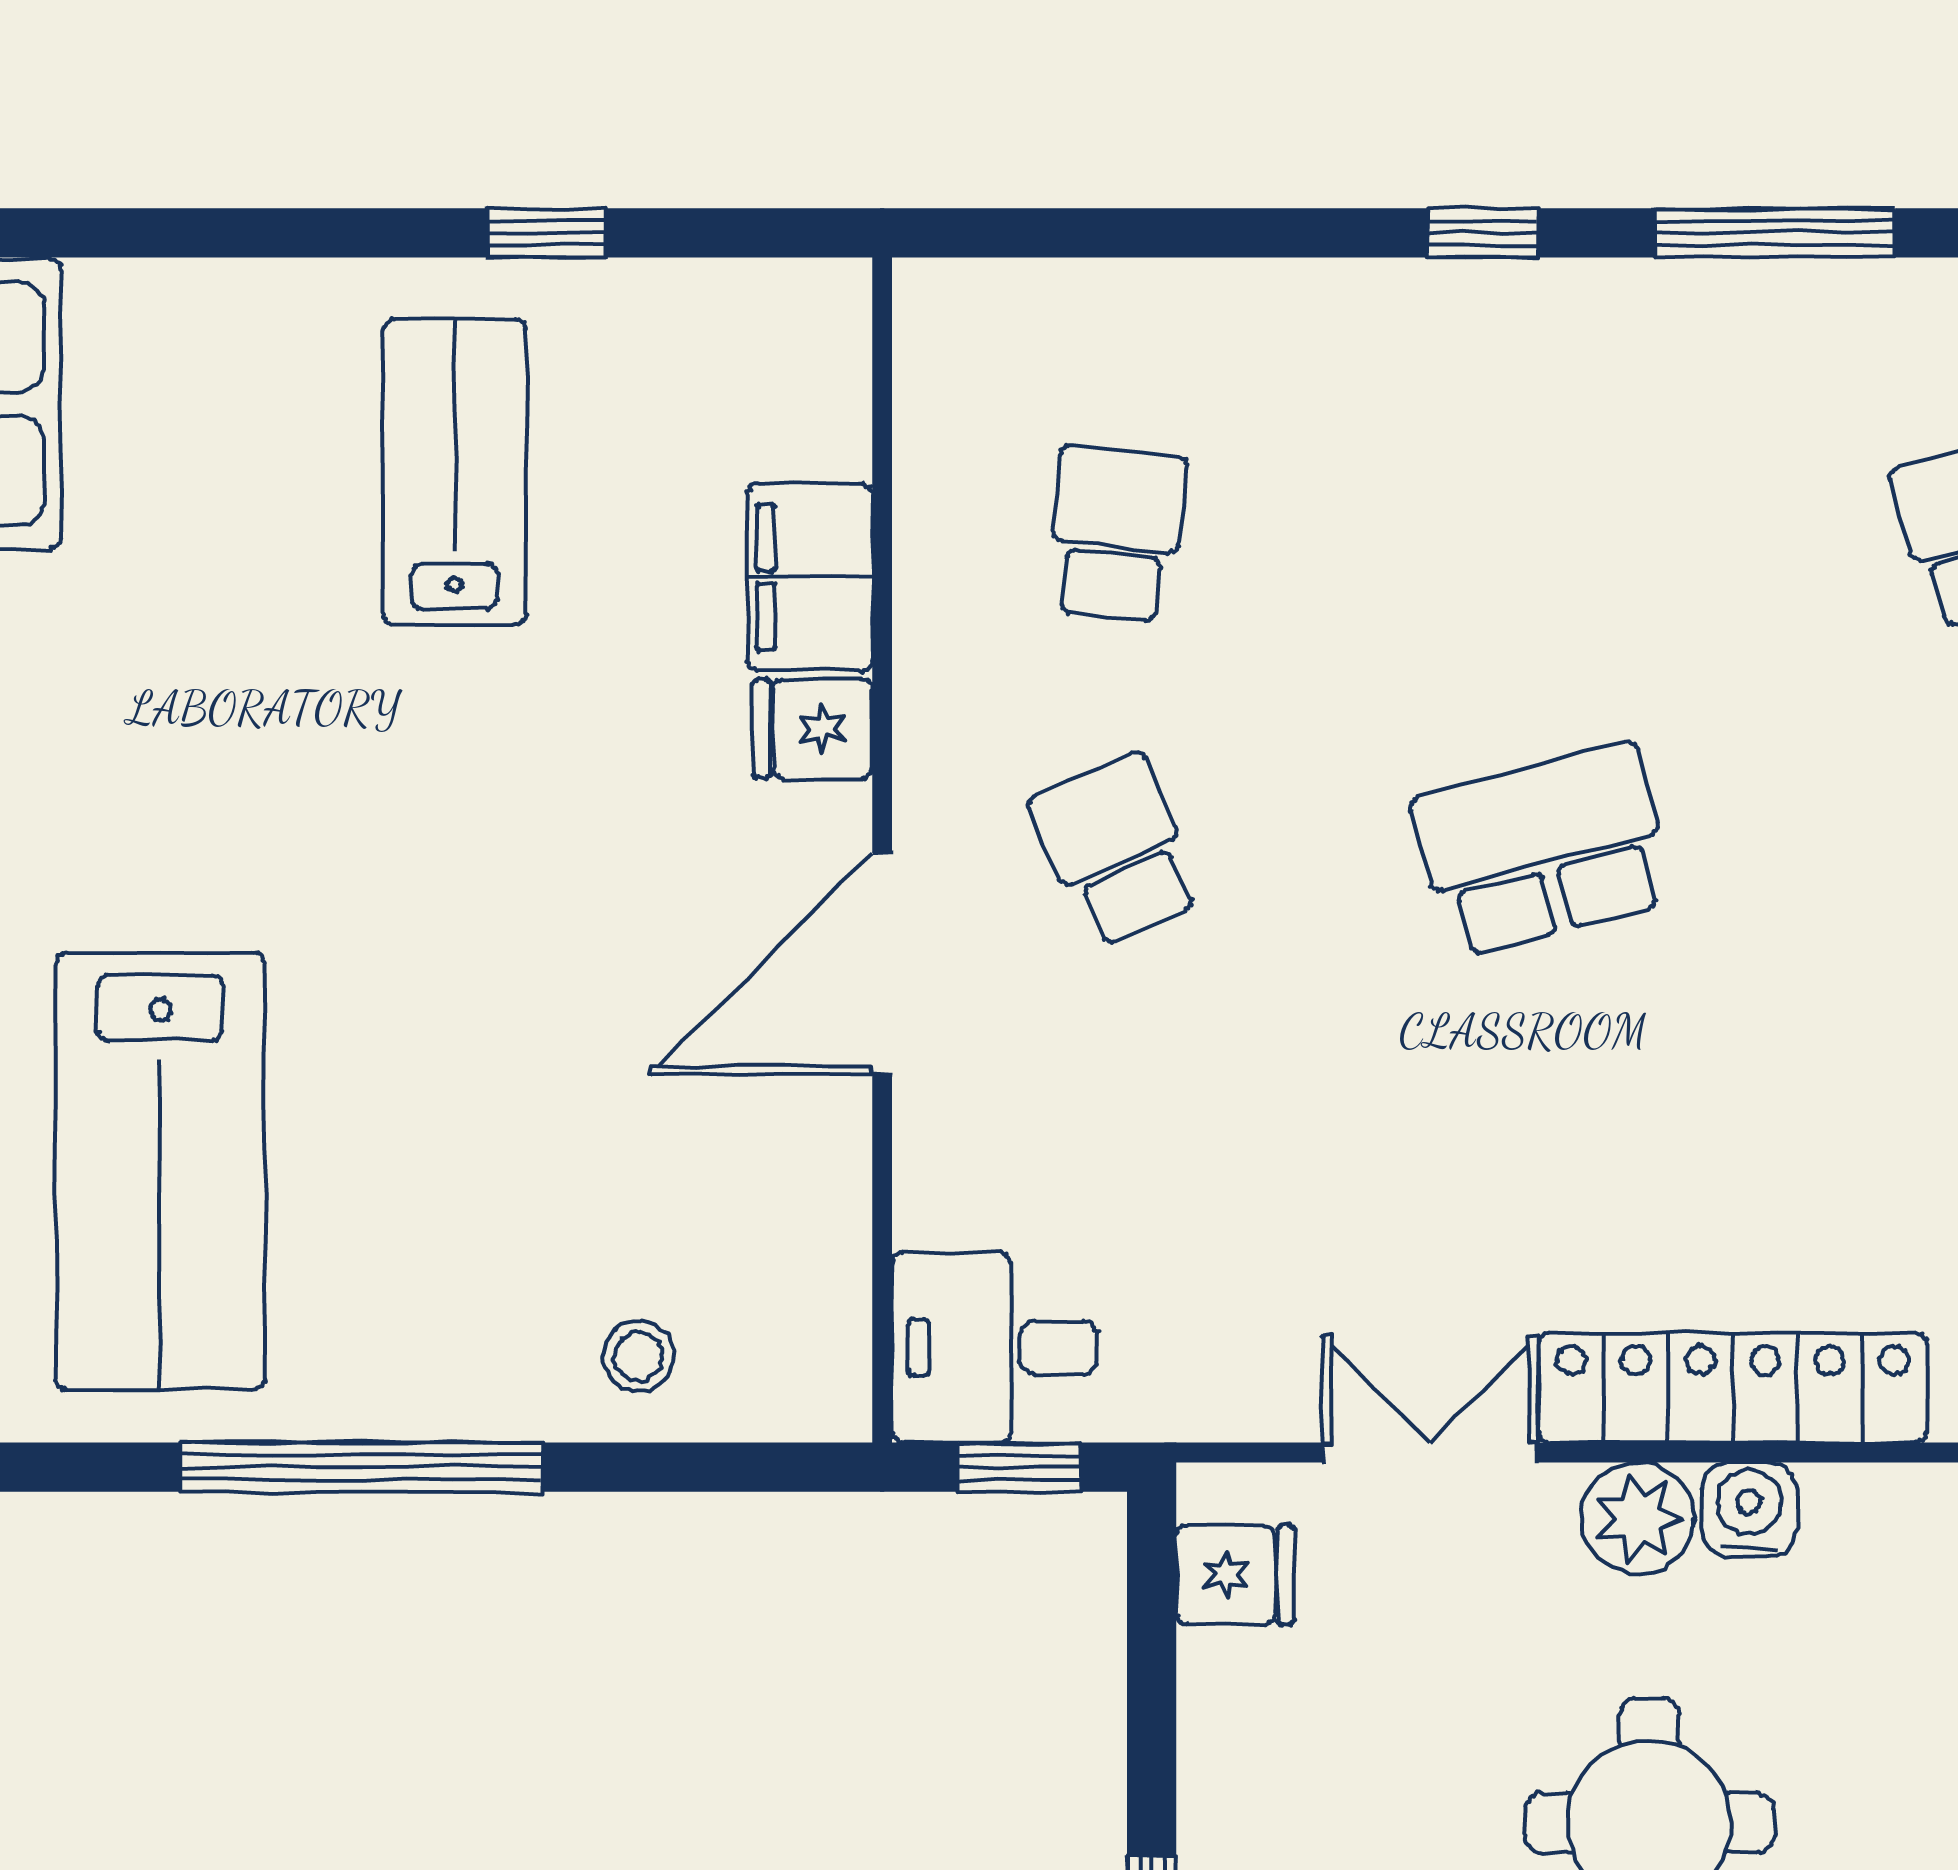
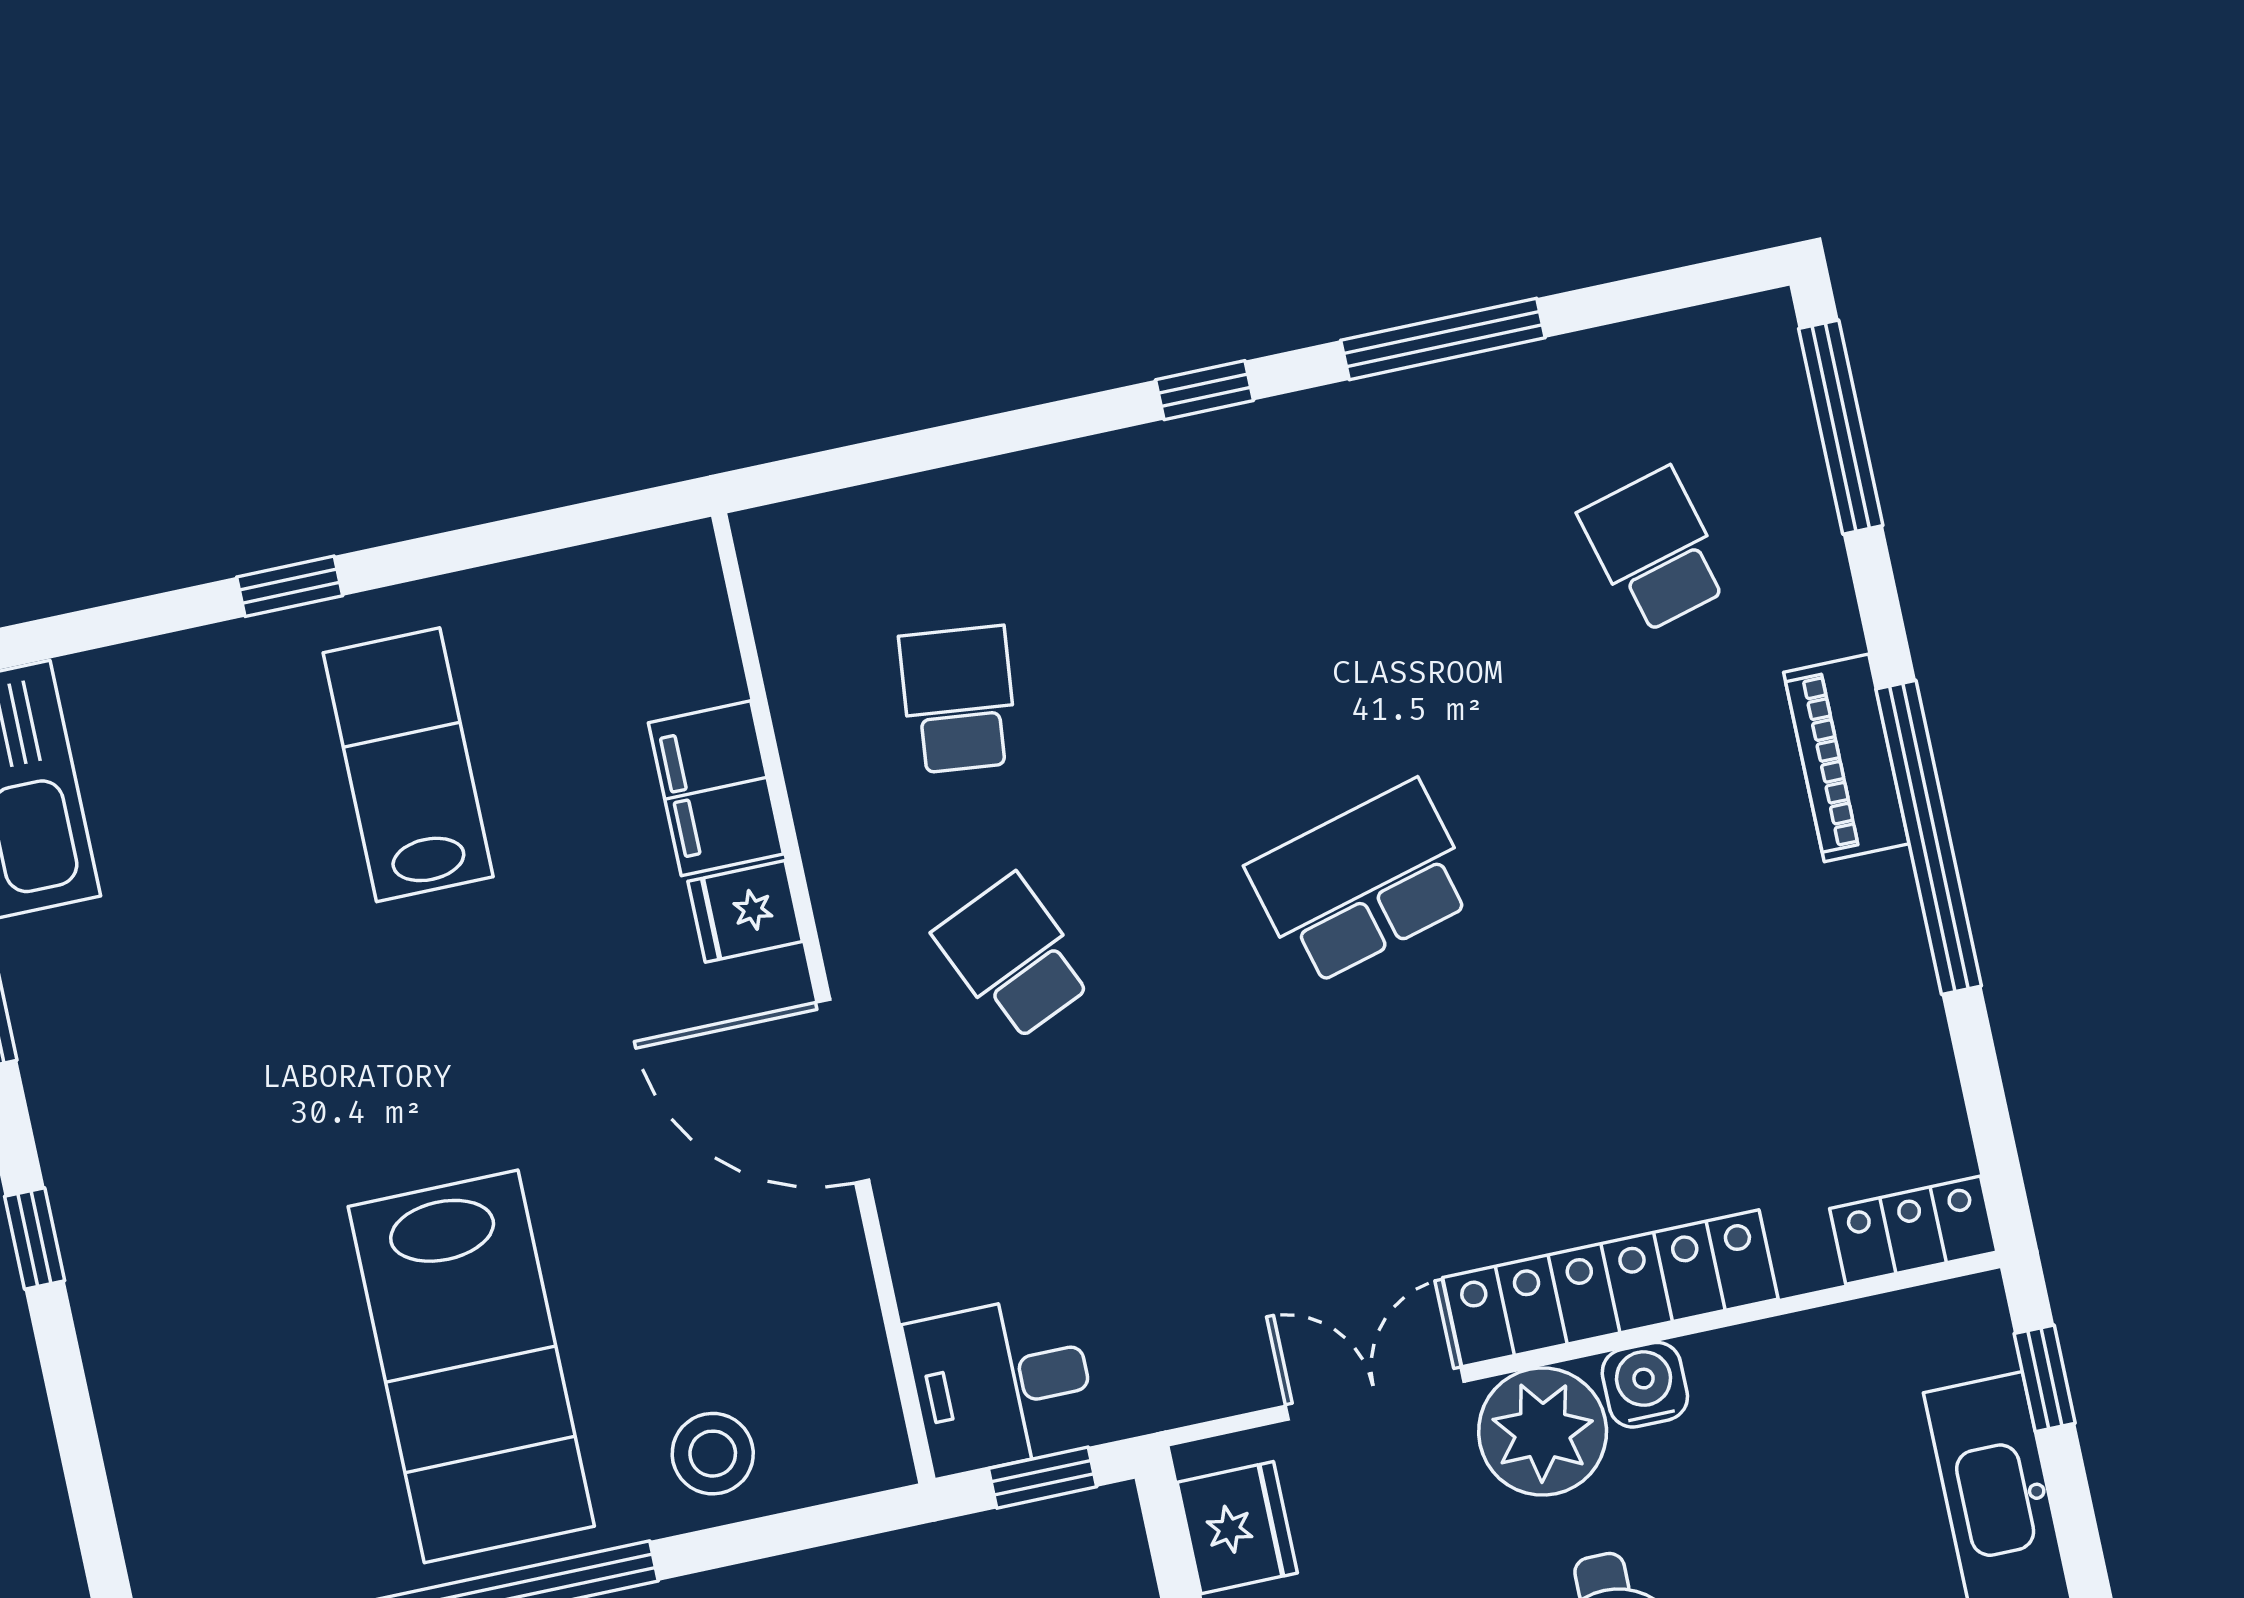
window: (546, 233) -> (290, 586), moved
door: (882, 964) -> (843, 1091), hinge flipped
lab bench: (160, 1172) -> (471, 1366), moved
stool: (639, 1356) -> (713, 1454), width x1.37, depth x1.37
plant: (1638, 1518) -> (1543, 1432), width x1.36, depth x1.36
fridge: (1235, 1575) -> (1237, 1528), width x1.38

